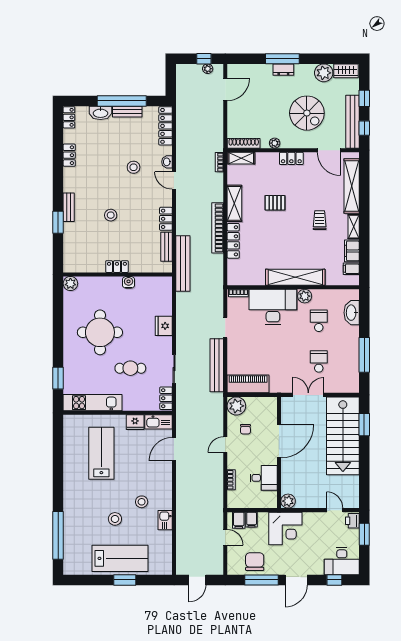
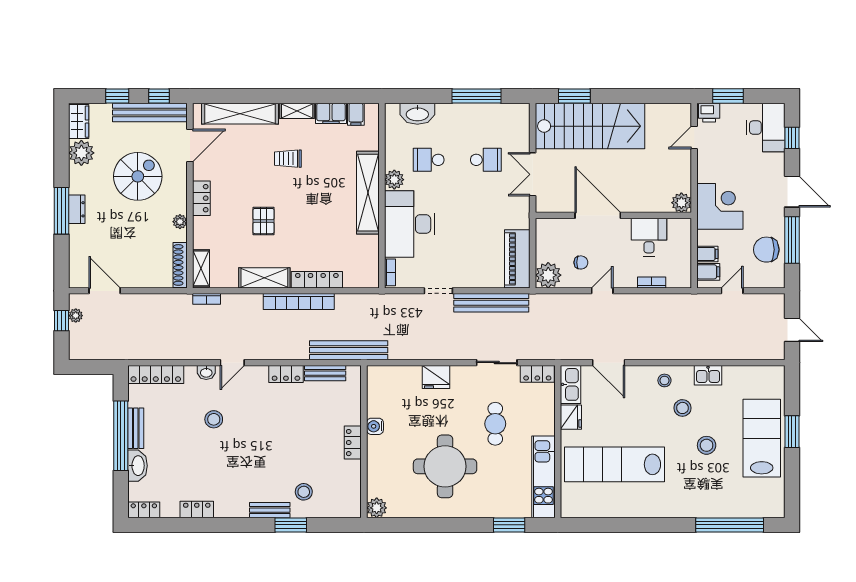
stool: (111, 215) -> (304, 492), moved
school desk: (319, 361) -> (486, 160), turned 180
door: (225, 445) -> (602, 291), swing flipped
lab bench: (101, 453) -> (614, 464), width x1.36
stool: (161, 489) -> (664, 380), added

